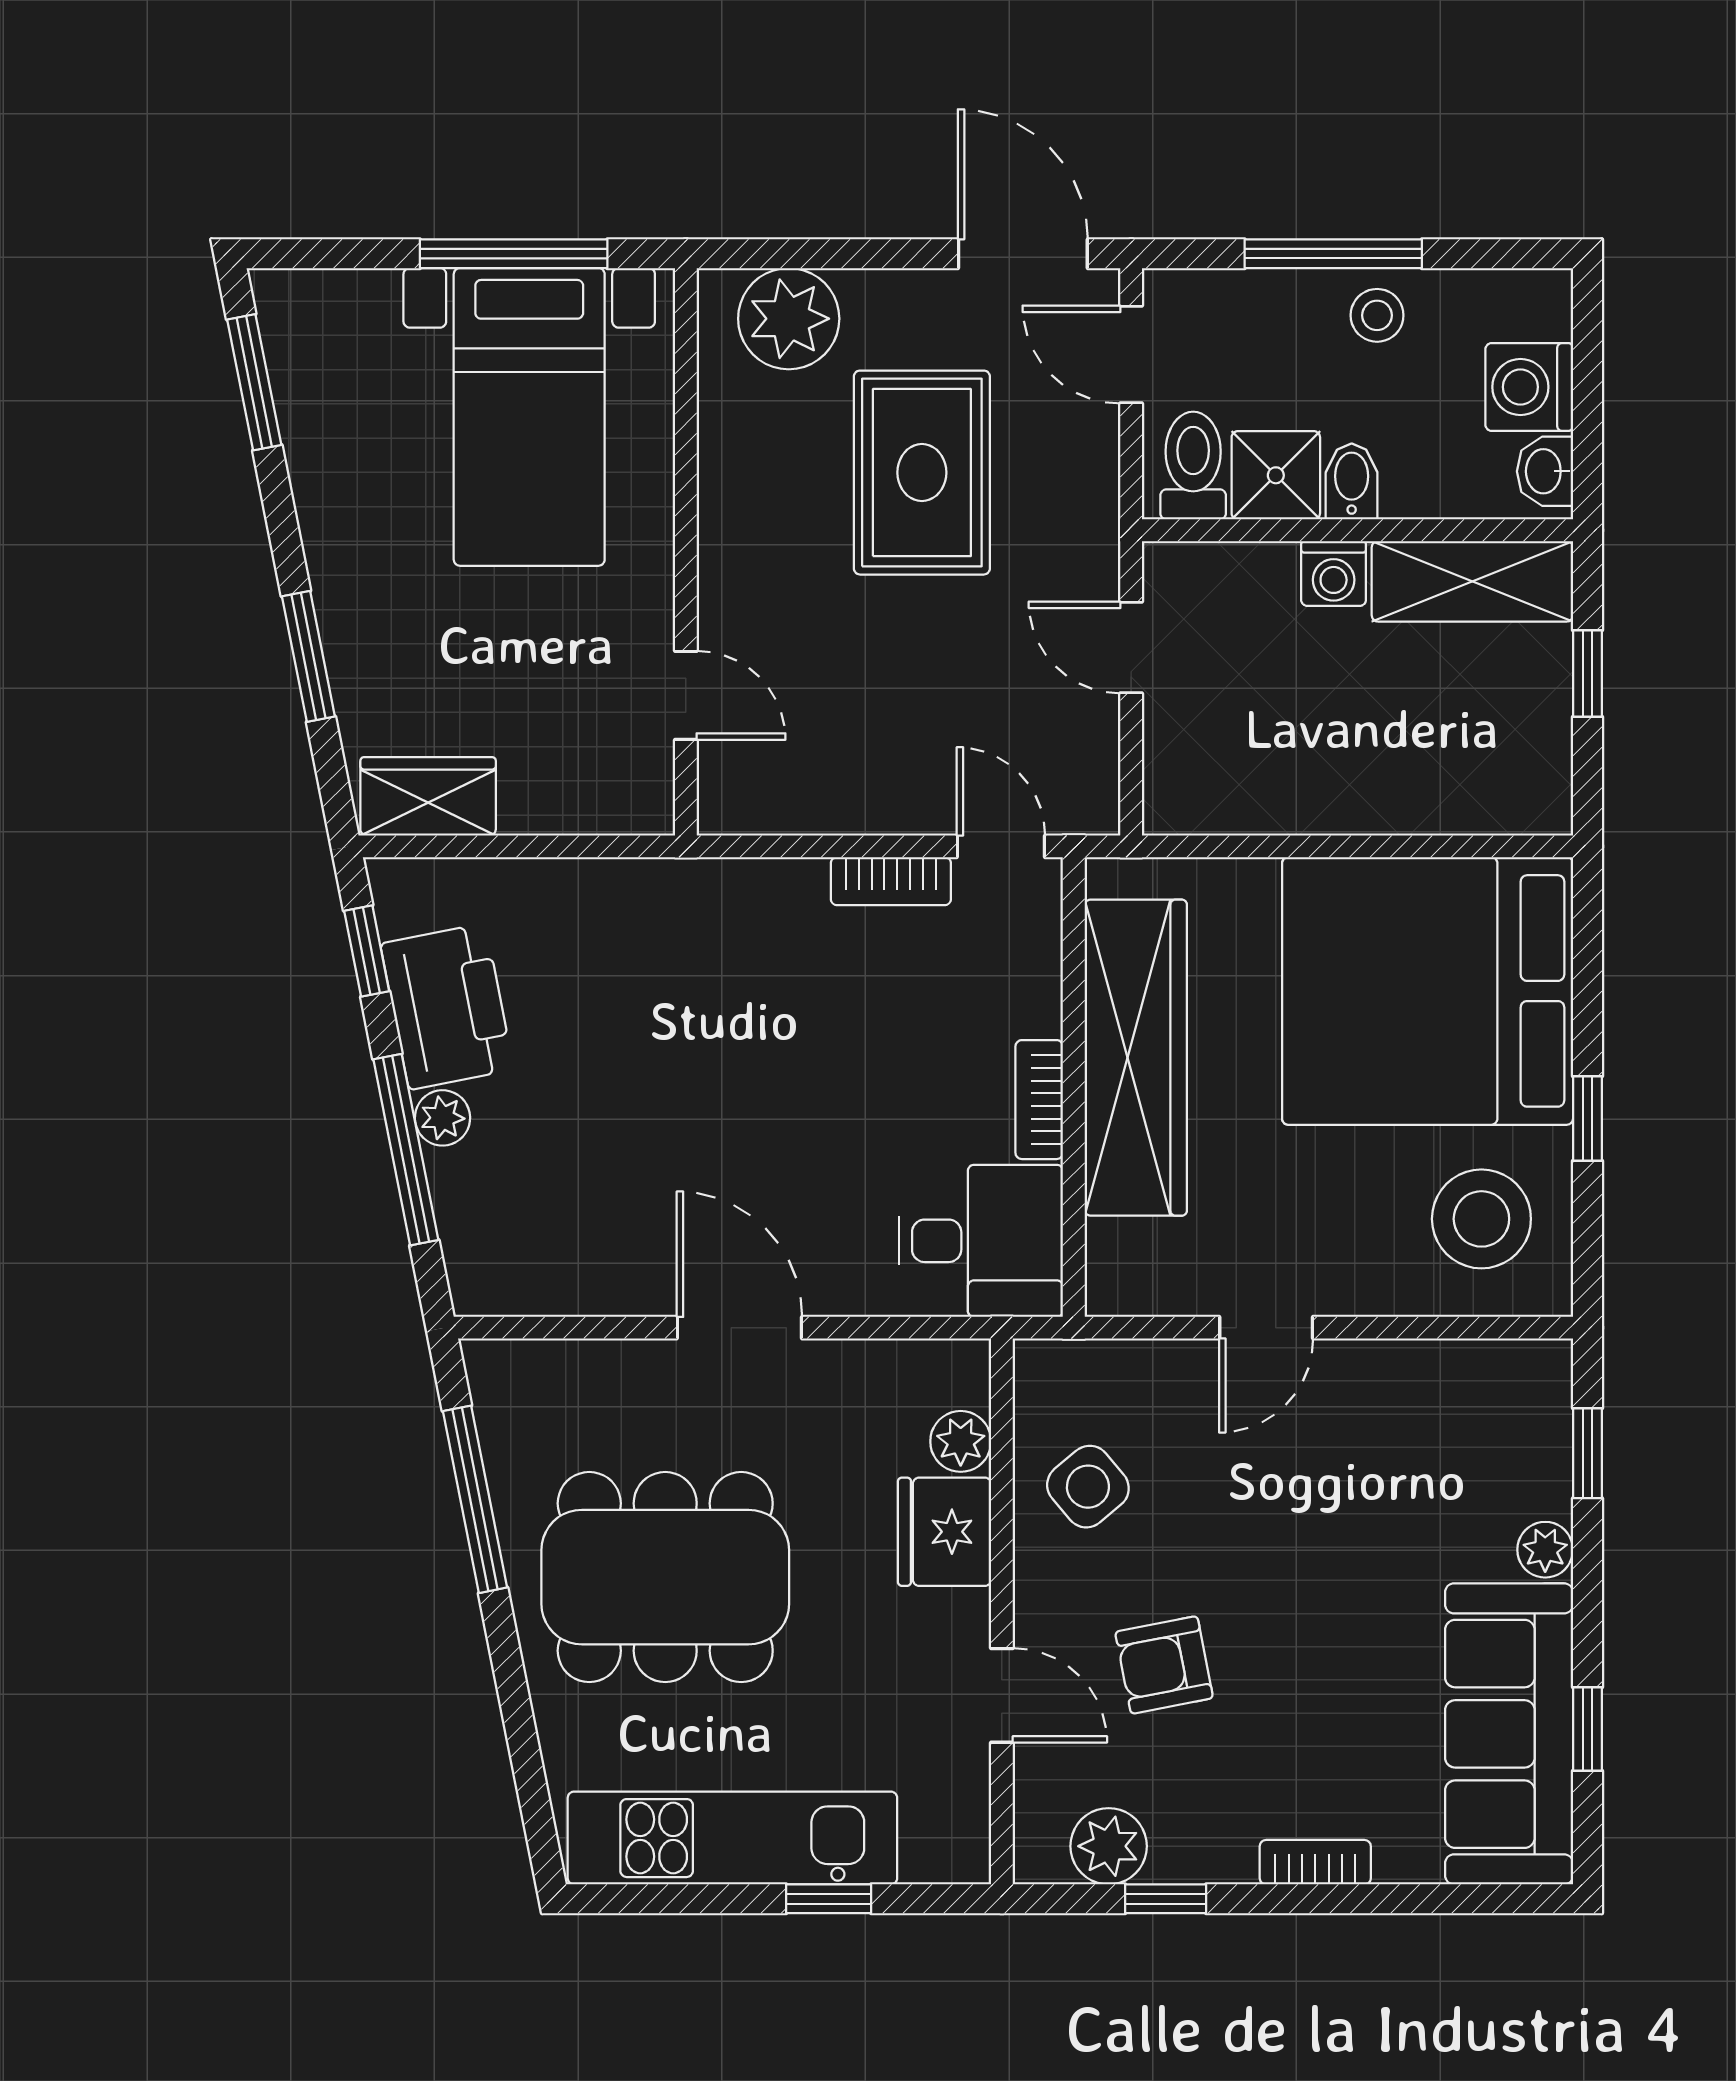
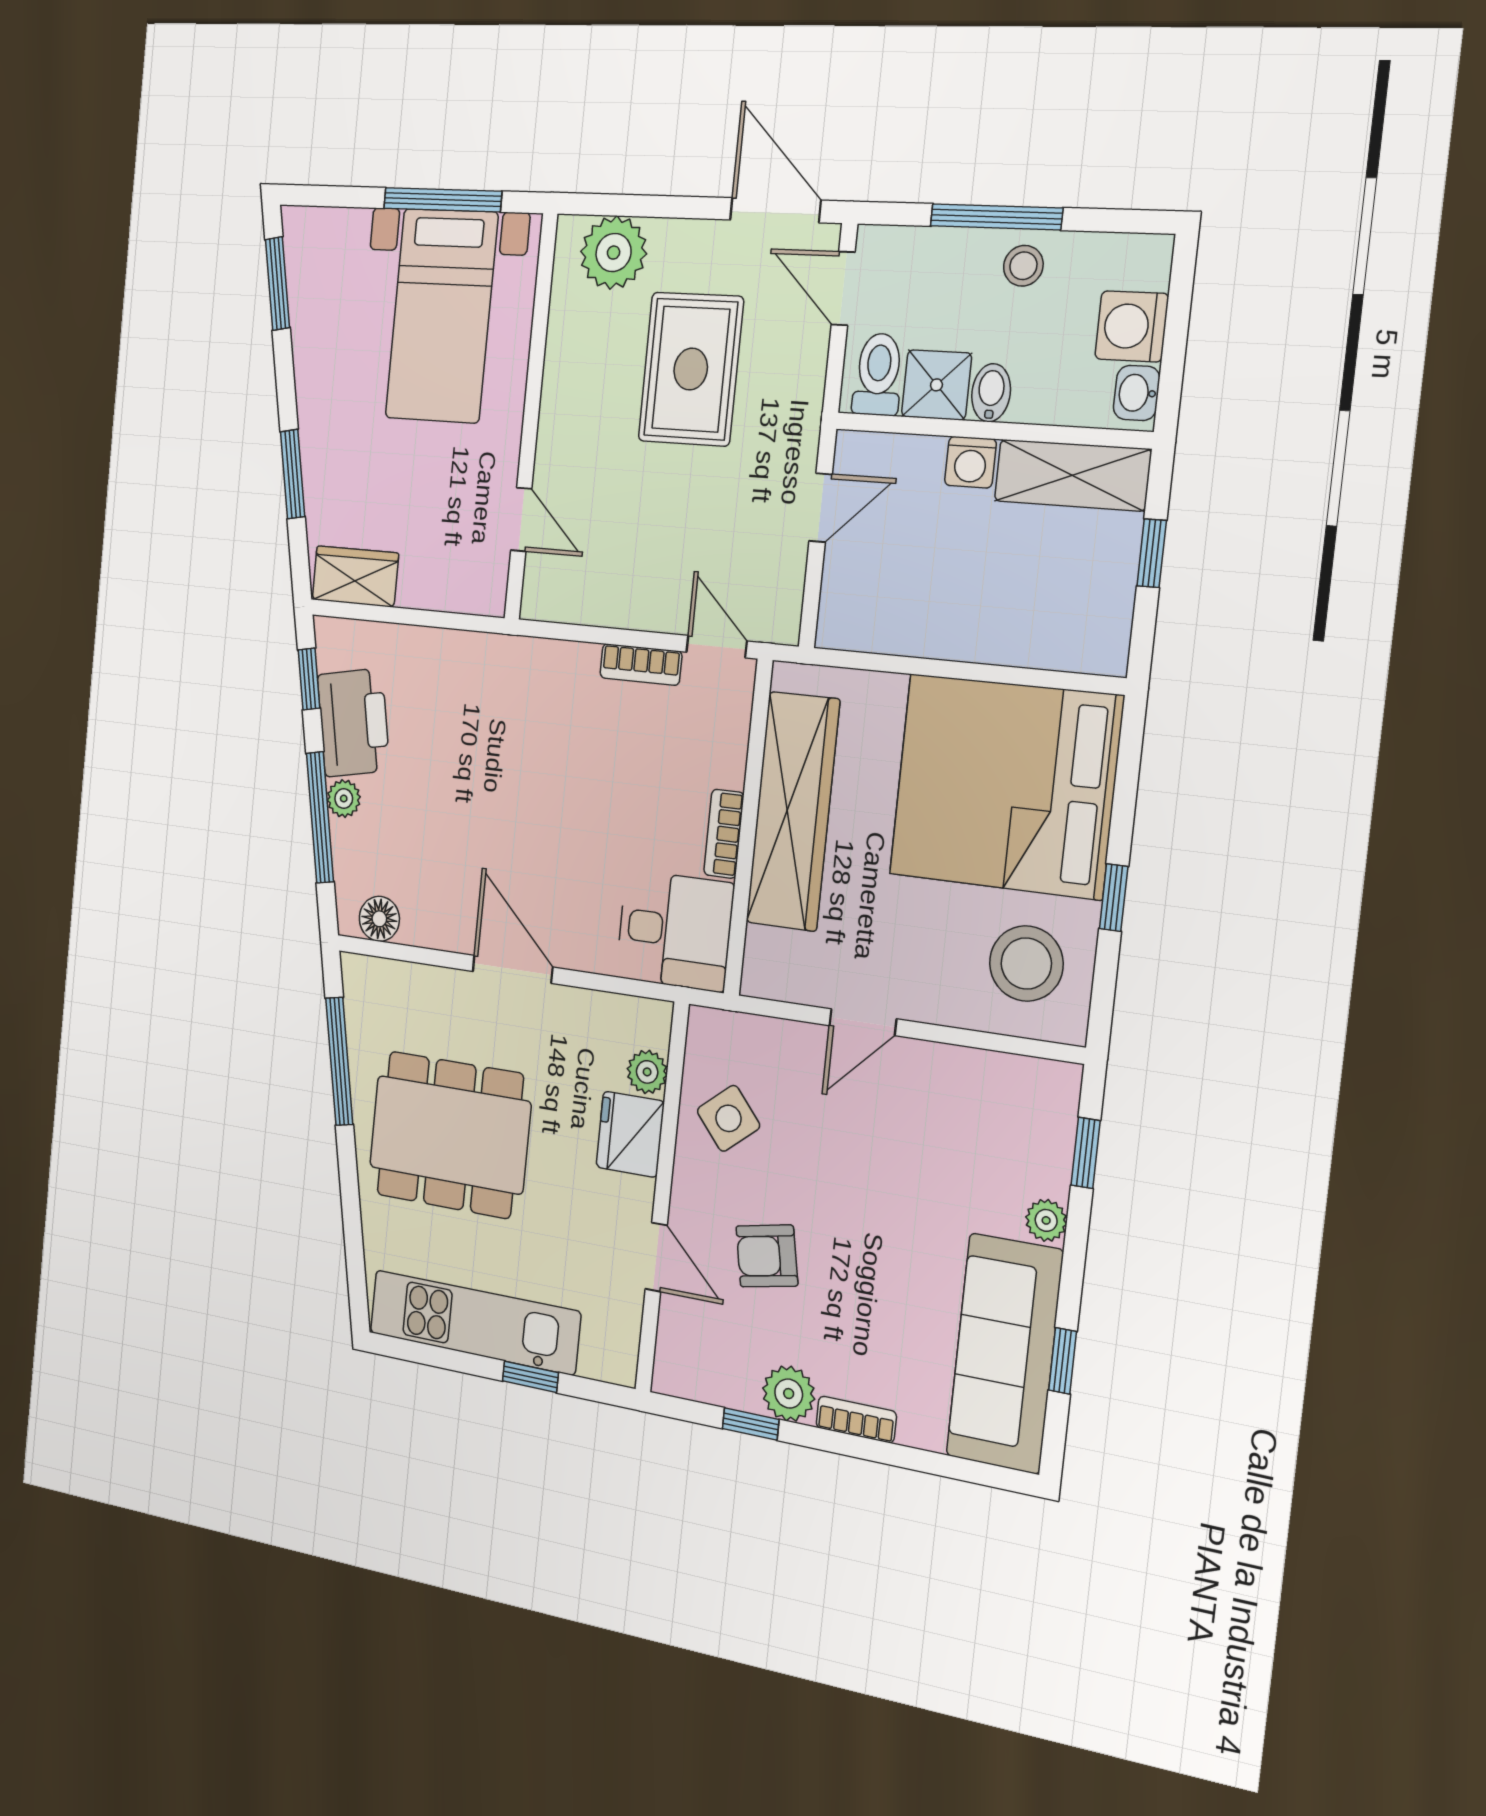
door: (1131, 647) -> (821, 508), swing flipped
floor lamp: (519, 1284) -> (379, 919), added
plant: (1109, 1846) -> (789, 1394), moved

